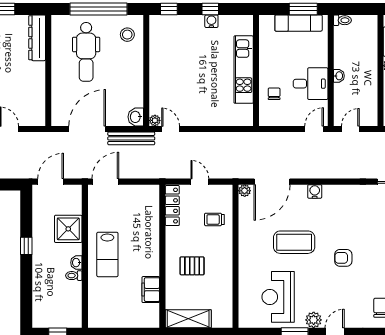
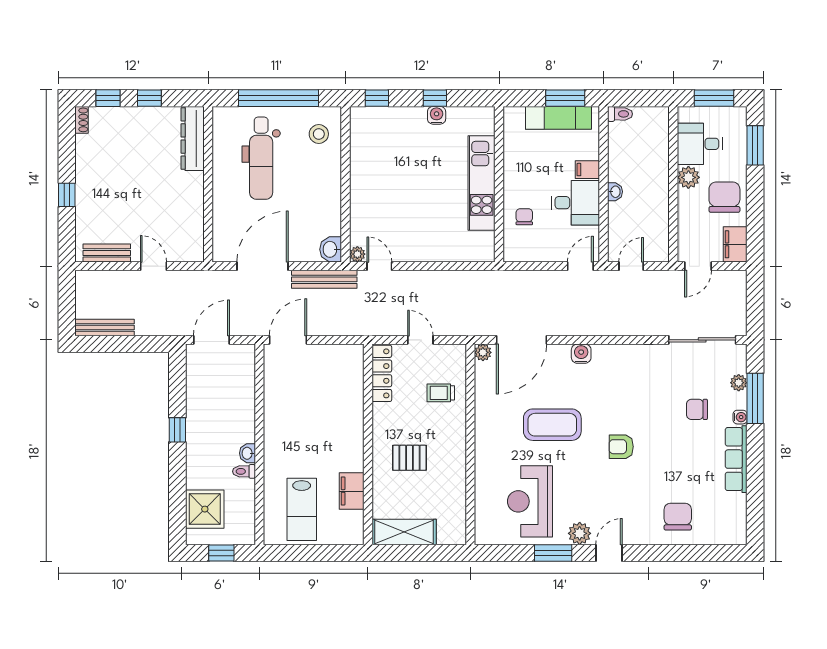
filing cabinet: (319, 60) -> (587, 170), added
shower: (68, 229) -> (205, 509), moved
lab bench: (107, 254) -> (302, 509), moved

